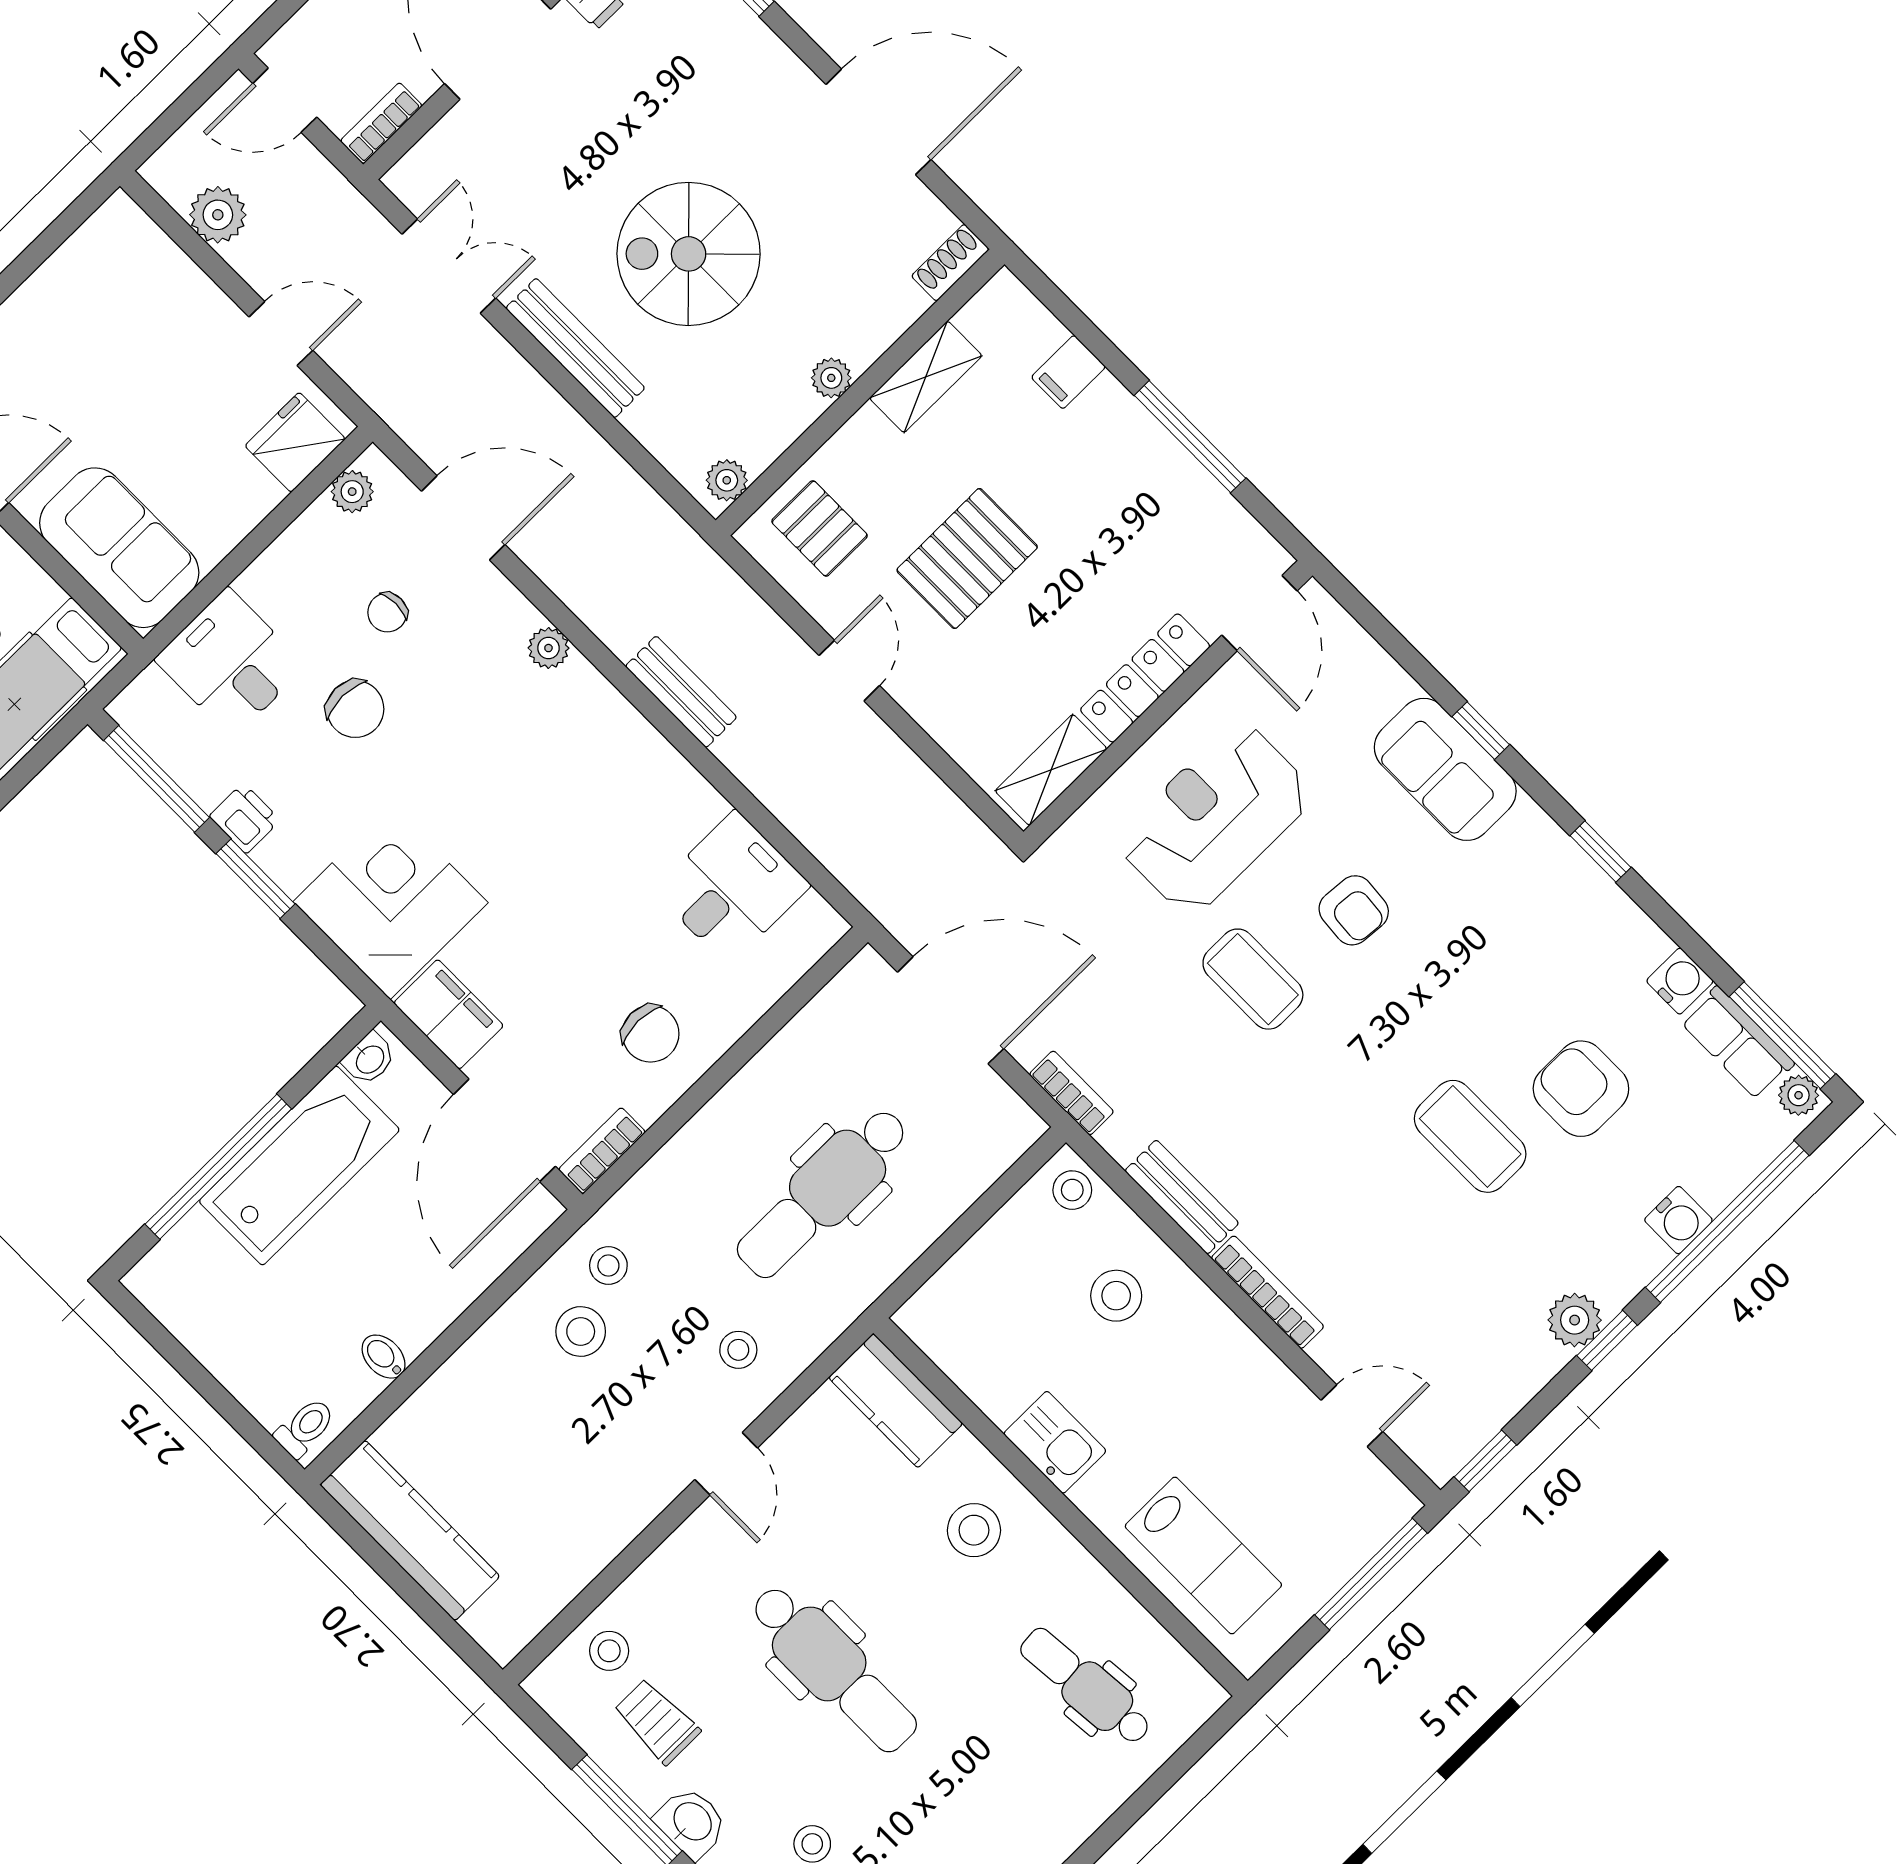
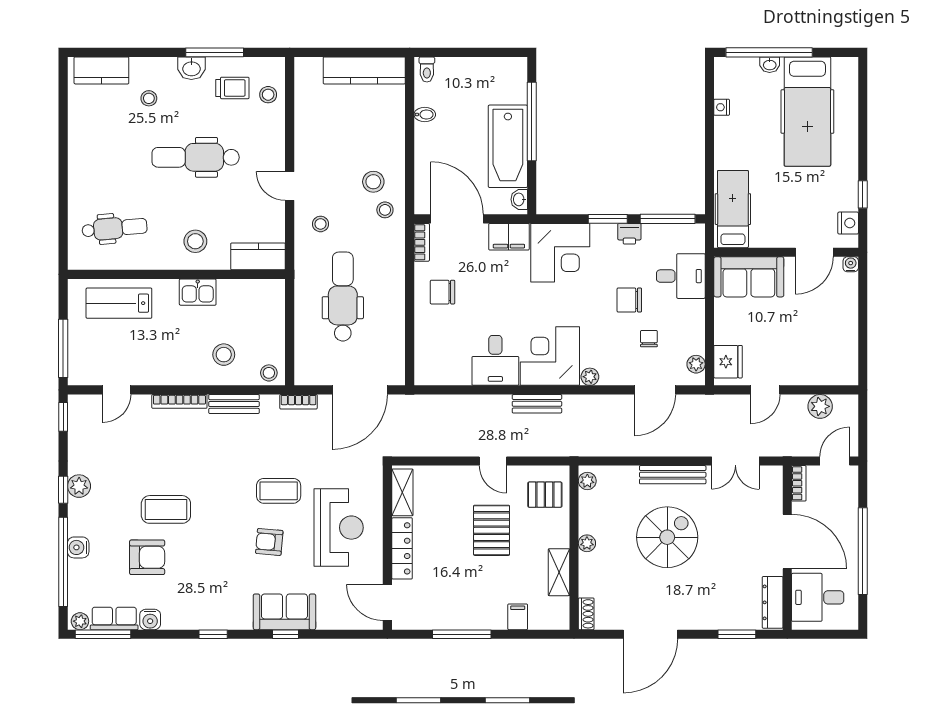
corner desk: (580, 749) -> (550, 356), added
desk: (732, 888) -> (495, 360), moved

